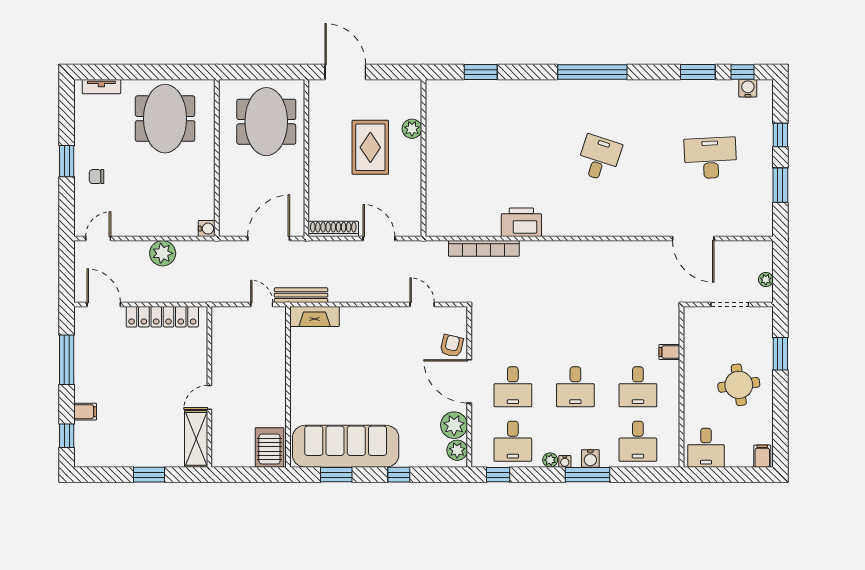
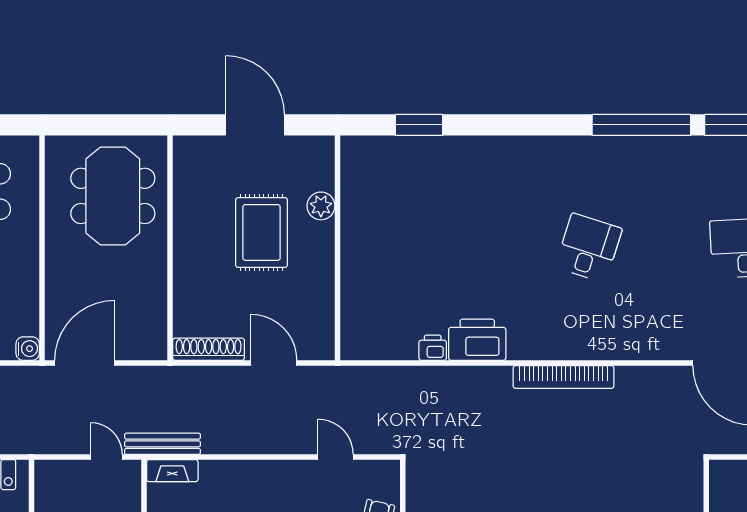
door: (345, 72) -> (255, 125), moved
window: (592, 72) -> (641, 125), moved
printer: (490, 228) -> (433, 348), added
door: (269, 239) -> (85, 363), moved
bookcase: (484, 248) -> (564, 377), moved
fireplace: (315, 316) -> (172, 471), width x0.73, depth x0.76

